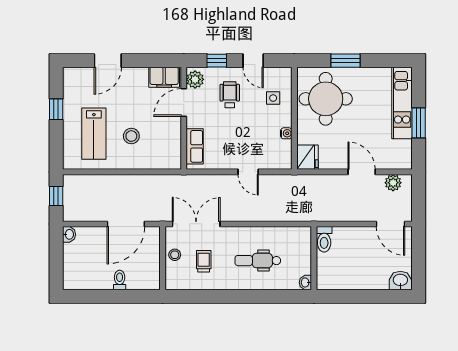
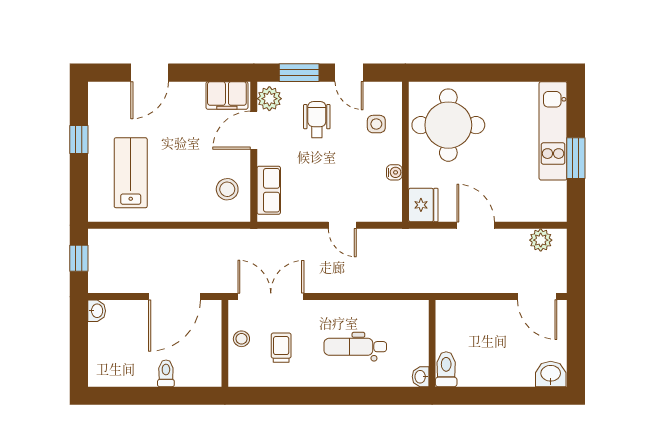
window: (217, 61) -> (299, 73), width x1.50
window: (346, 61) -> (476, 73), removed
lab bench: (94, 134) -> (131, 173), turned 180
stool: (131, 136) -> (227, 189), moved
door: (362, 172) -> (476, 225), moved
toilet: (324, 239) -> (446, 369), moved, turned 180

